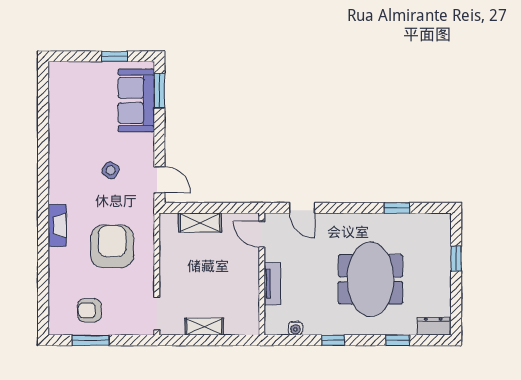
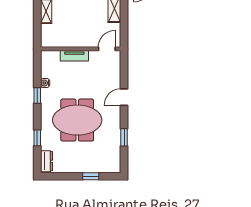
door: (302, 208) -> (124, 97), moved
water cooler: (295, 328) -> (45, 83), moved

